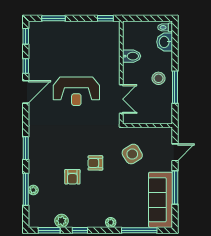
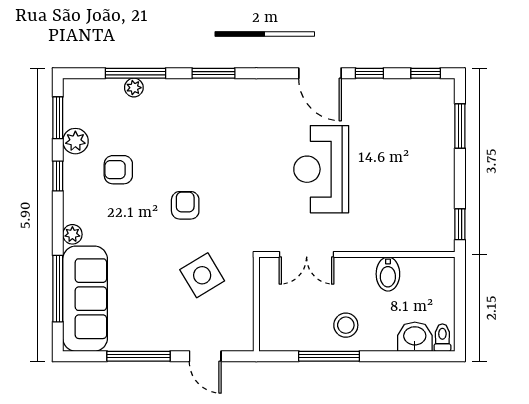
armchair: (72, 177) -> (118, 170), moved
sofa: (160, 200) -> (85, 299), moved, turned 90

